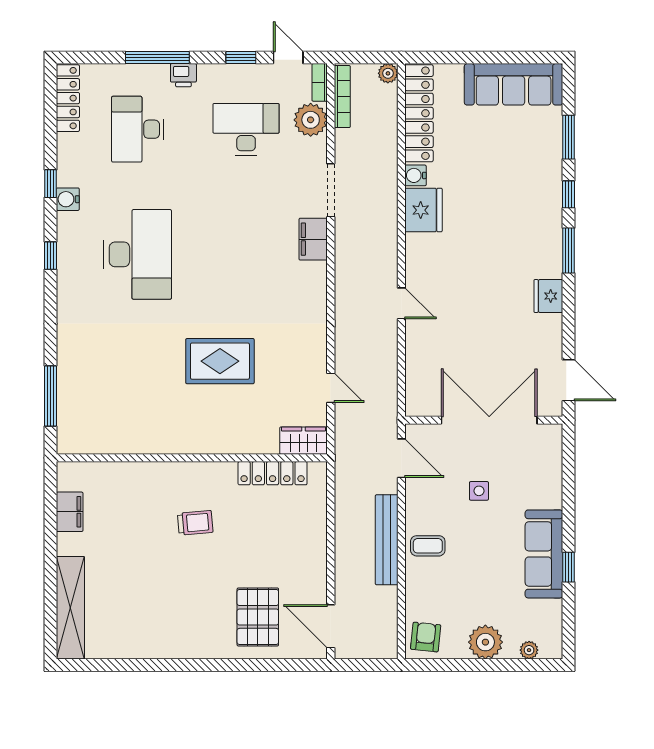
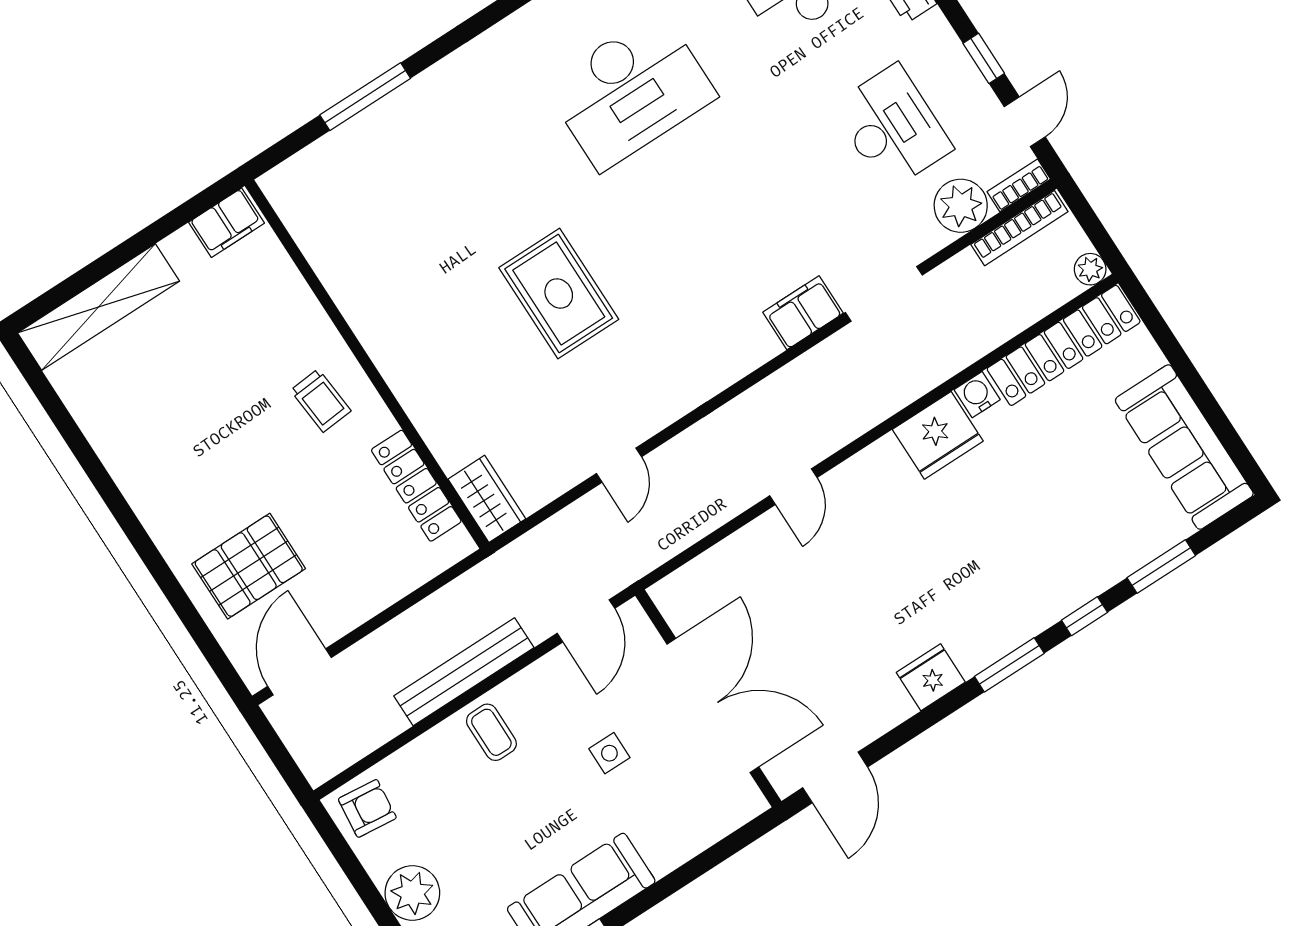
wardrobe: (303, 441) -> (487, 499), moved
wall: (192, 458) -> (367, 364), moved
locker: (273, 473) -> (416, 486), moved

